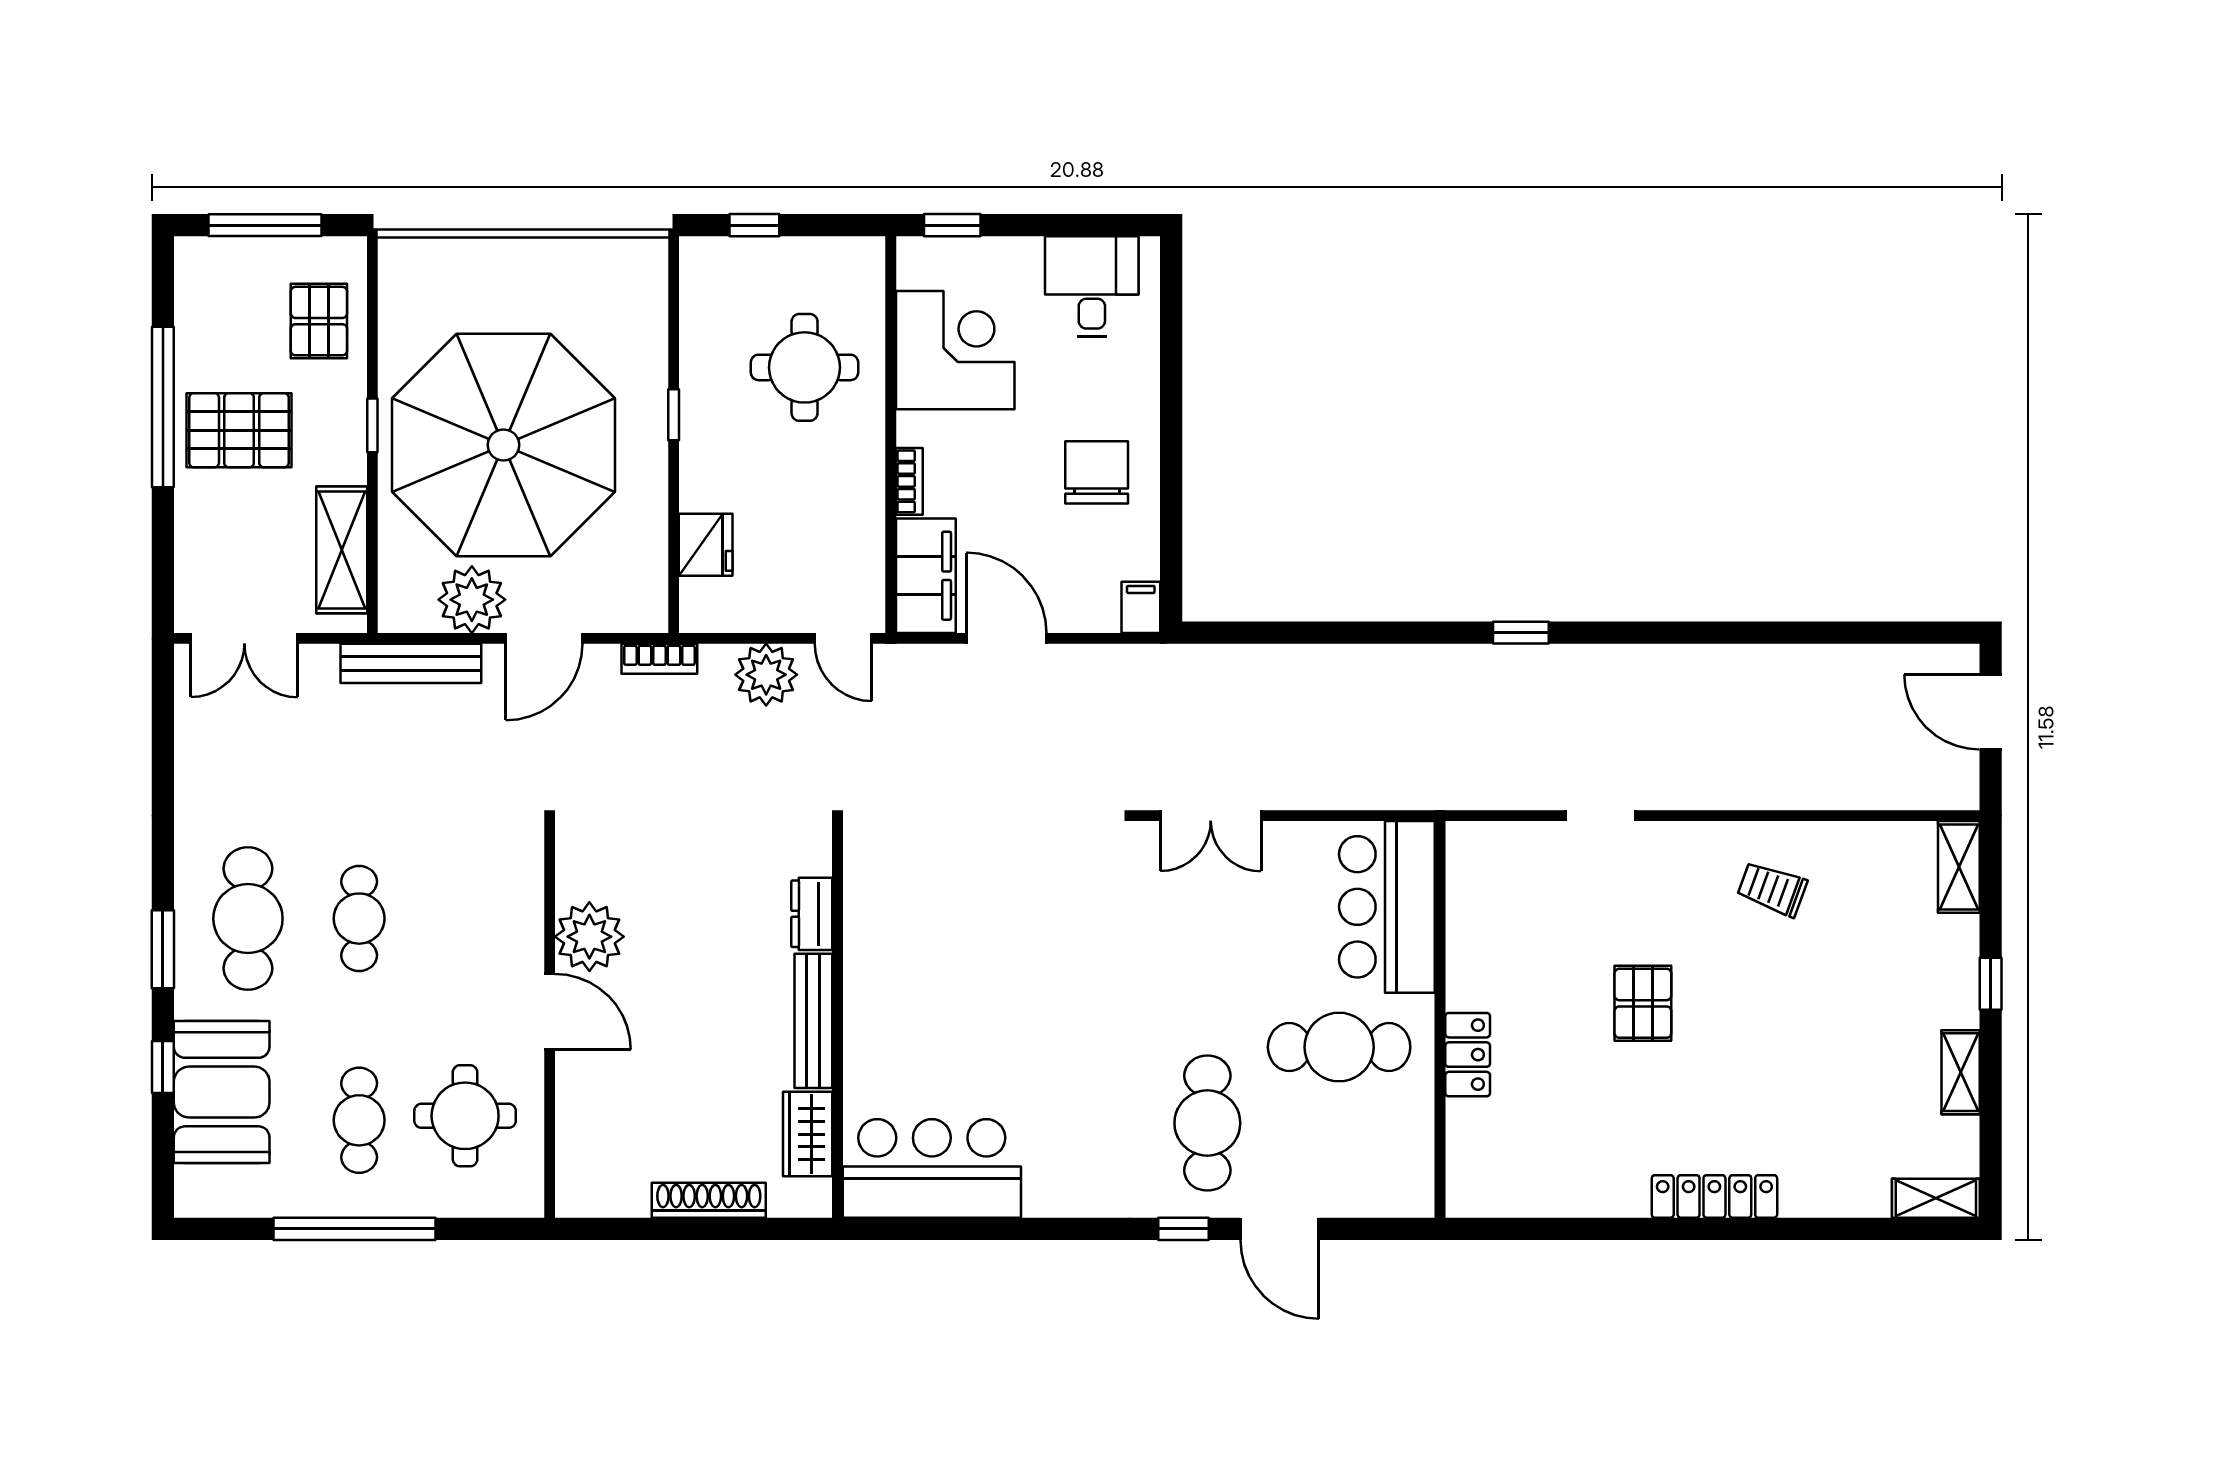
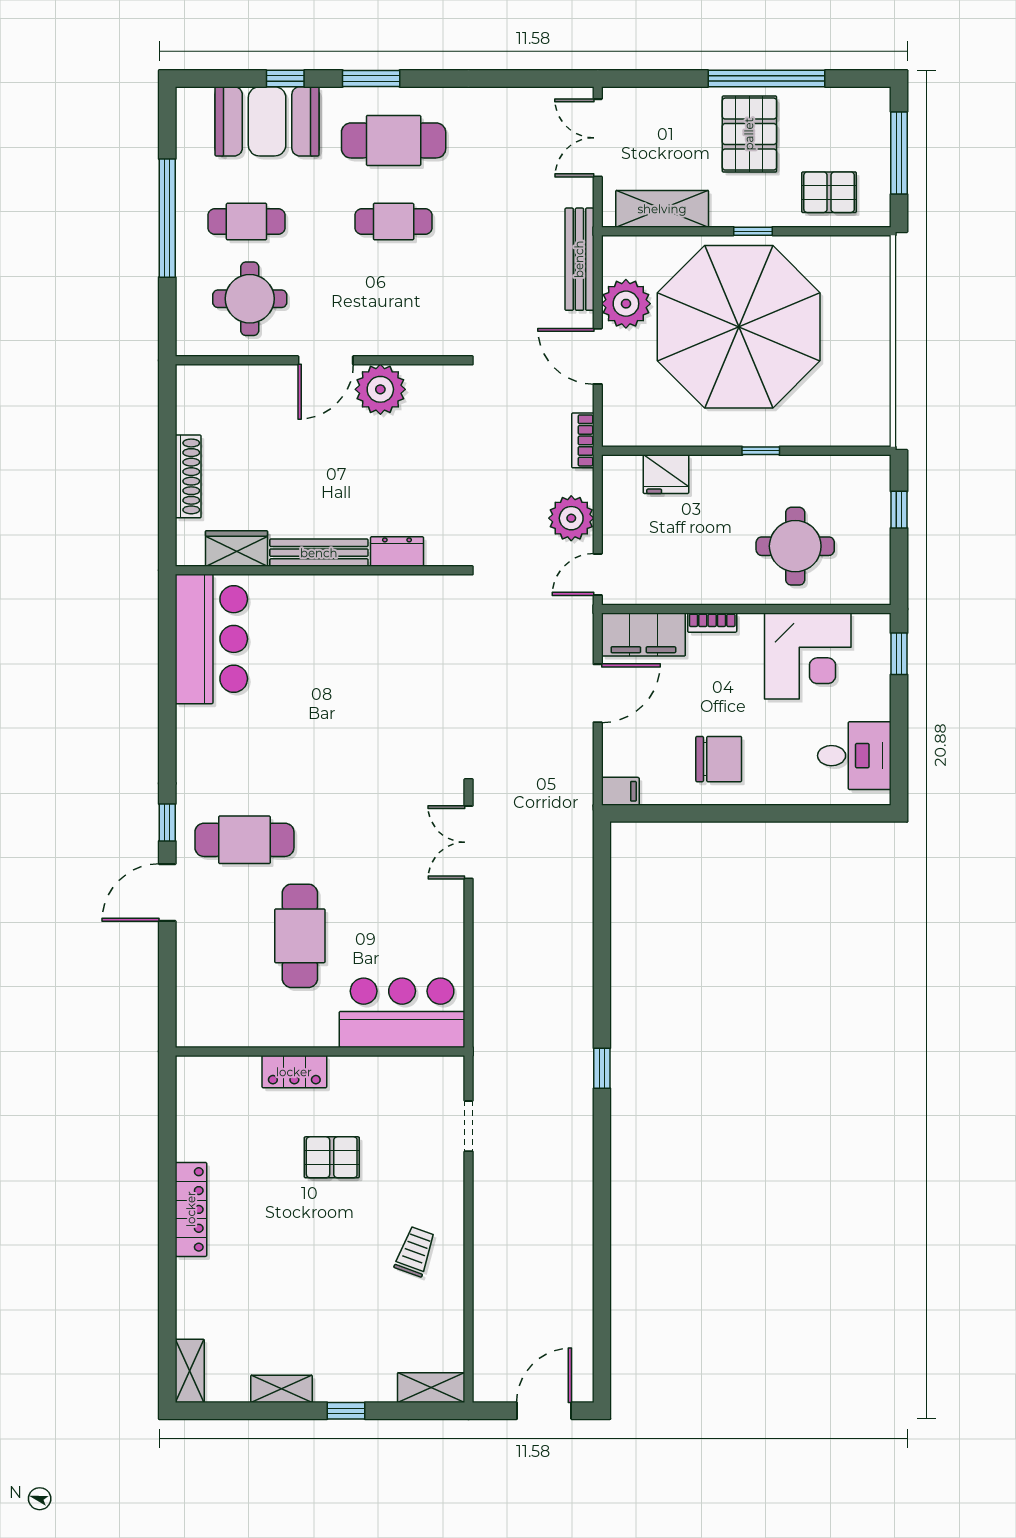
bar counter: (1387, 907) -> (402, 1013), moved
wall: (1440, 1019) -> (320, 1051), moved
locker: (1468, 1055) -> (294, 1072), moved

